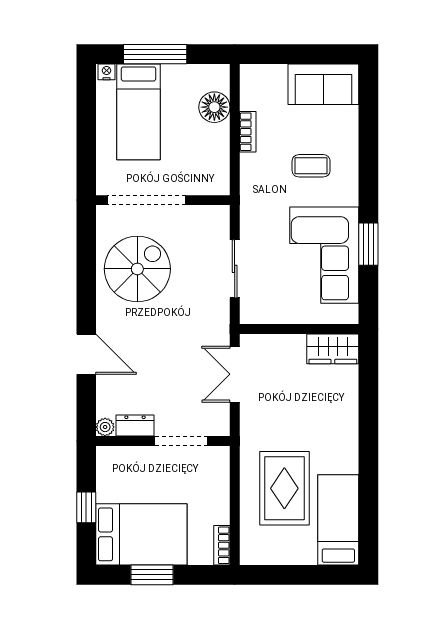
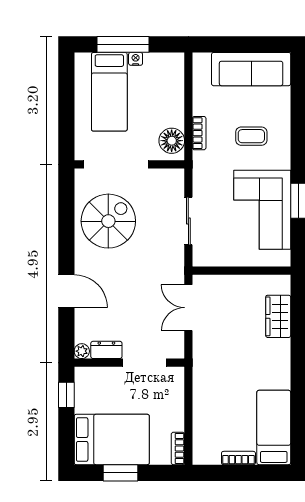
nightstand: (107, 72) -> (136, 59), moved
sofa: (323, 84) -> (251, 69), width x1.36
floor lamp: (214, 107) -> (172, 141), moved
bookcase: (248, 132) -> (199, 133), moved
wardrobe: (333, 349) -> (278, 316), moved, turned 90
rug: (284, 488) -> (229, 402), removed
window: (86, 507) -> (66, 395), moved
bookcase: (295, 557) -> (238, 458), added

